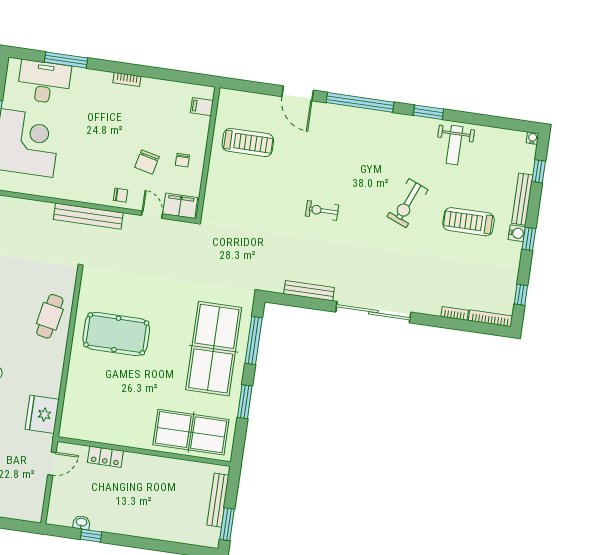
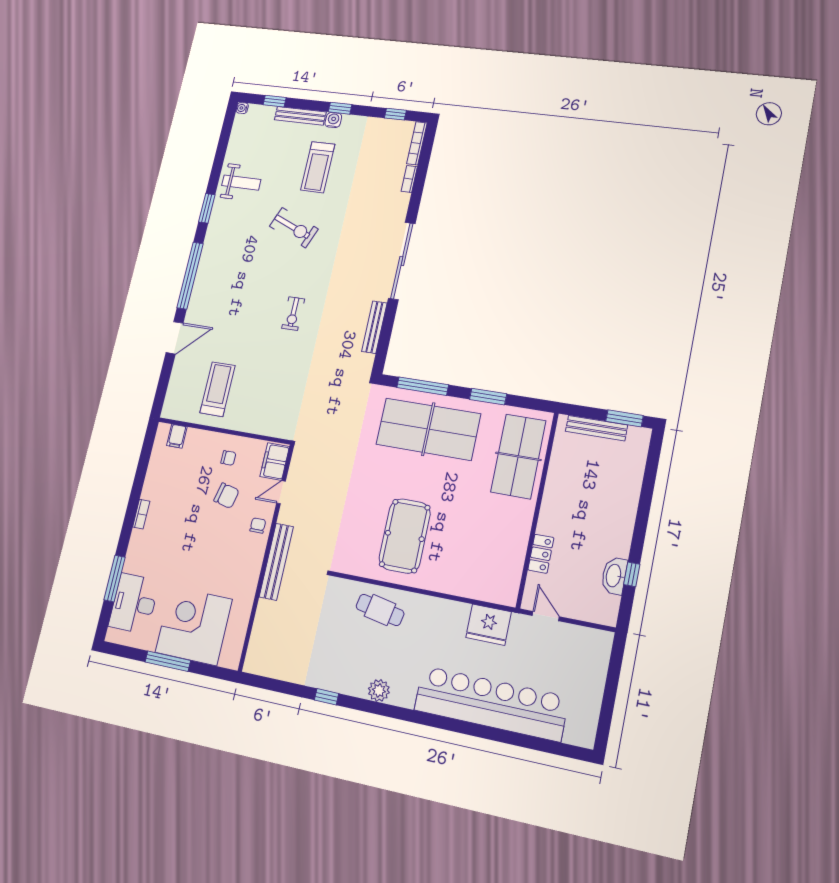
washbasin: (82, 523) -> (614, 576), width x1.91, depth x1.45

